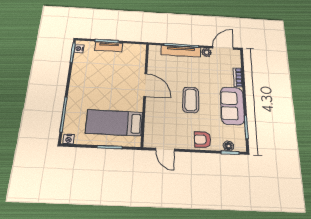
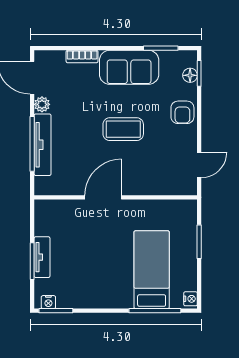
bed: (114, 123) -> (152, 270), moved, turned 180

